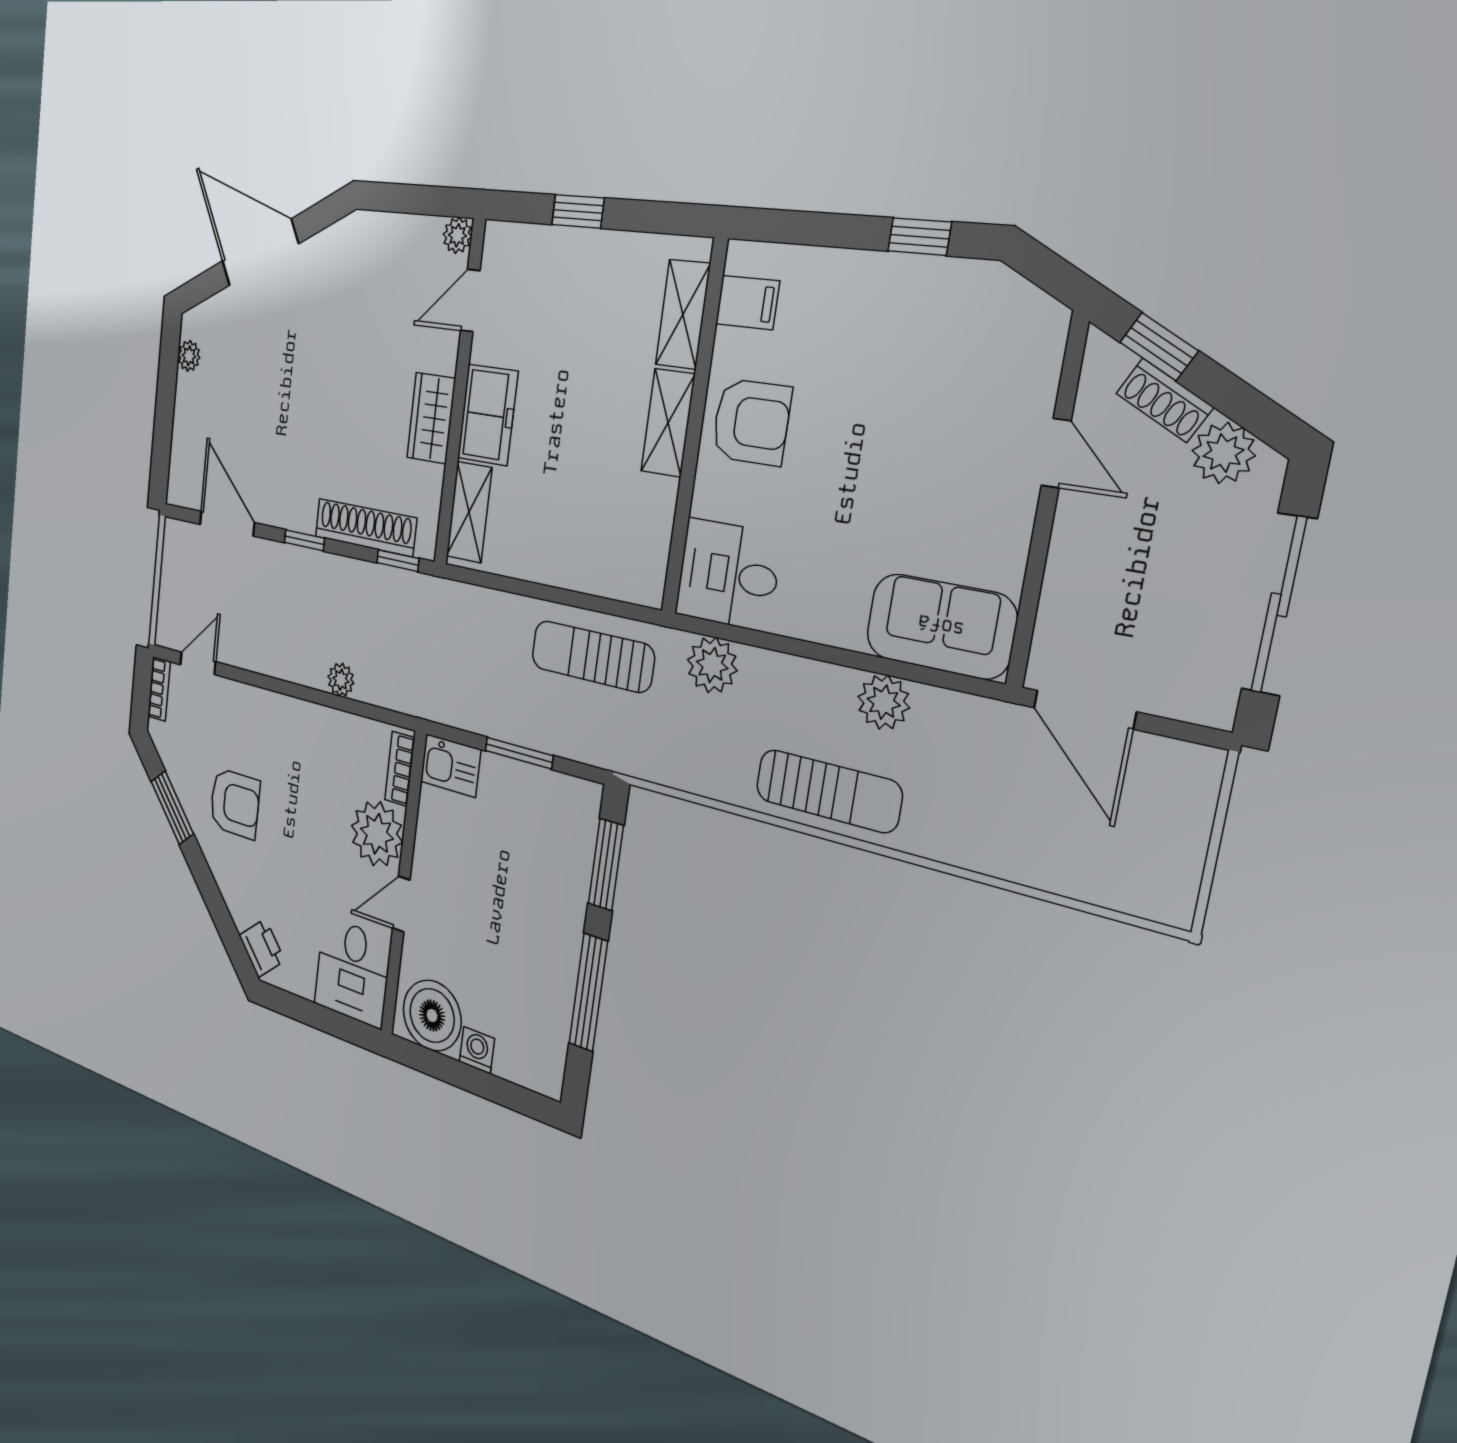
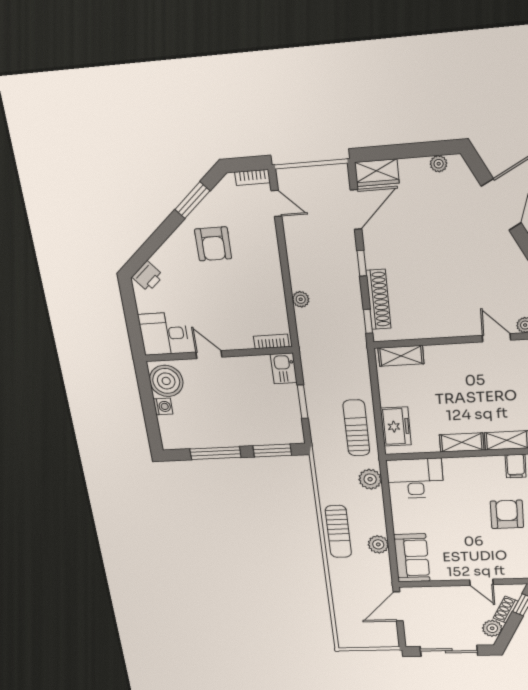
freezer: (488, 415) -> (396, 426), moved, turned -90
wardrobe: (431, 418) -> (377, 173), moved, turned 180
armchair: (751, 422) -> (507, 514), moved, turned 180
door: (1056, 453) -> (481, 582), hinge flipped
desk: (728, 575) -> (415, 478), width x1.37
plant: (377, 834) -> (236, 335), removed

